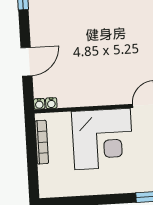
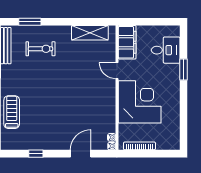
door: (26, 62) -> (81, 154), hinge flipped

